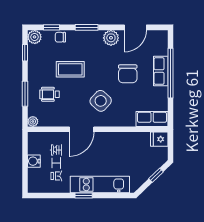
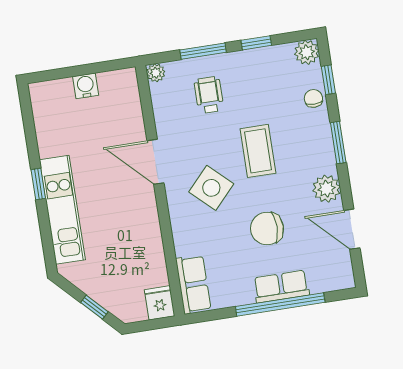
window: (25, 53) -> (256, 43), moved
coffee table: (70, 69) -> (258, 151), moved

